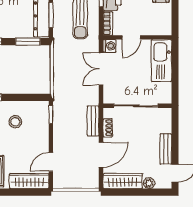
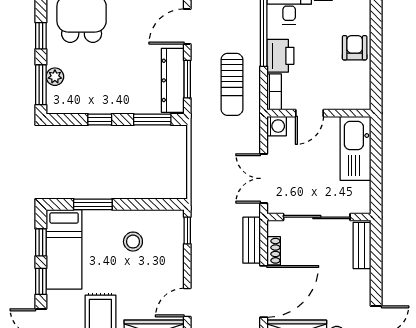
double door: (101, 69) -> (264, 178), moved
bench: (166, 149) -> (362, 246), moved
door: (101, 155) -> (264, 291), width x1.36

